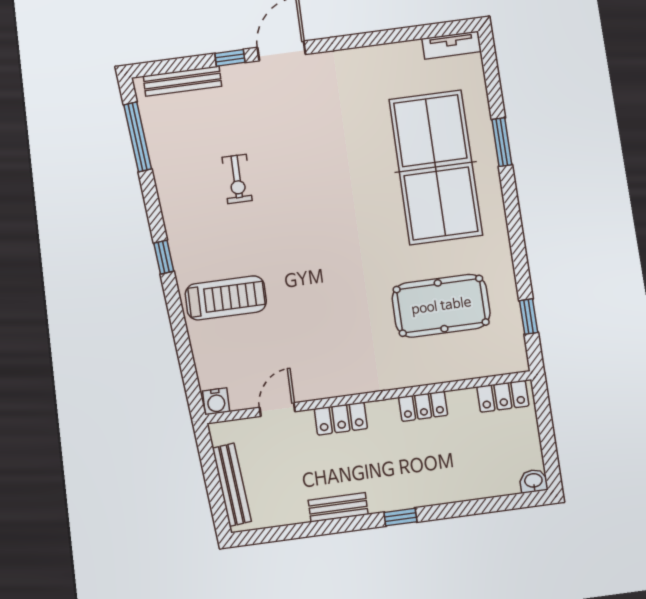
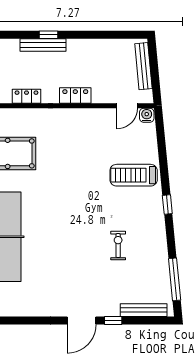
door: (277, 409) -> (127, 106), moved
bench: (338, 507) -> (43, 45), moved, width x1.36

